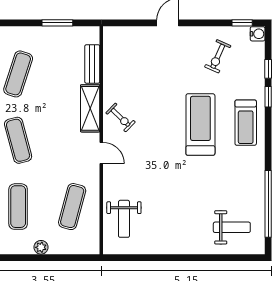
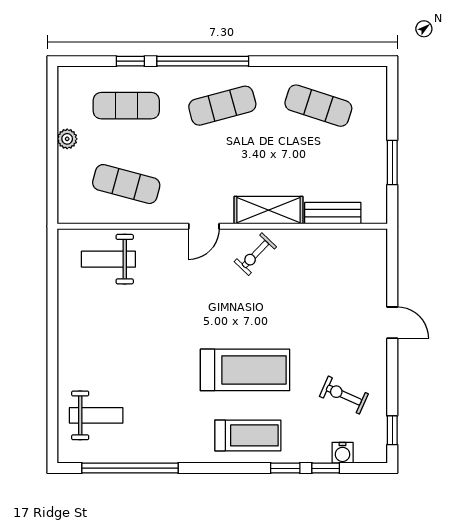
water cooler: (258, 34) -> (343, 453), moved
treadmill: (246, 123) -> (248, 435), turned 180
weight bench: (232, 227) -> (96, 415), turned -90

